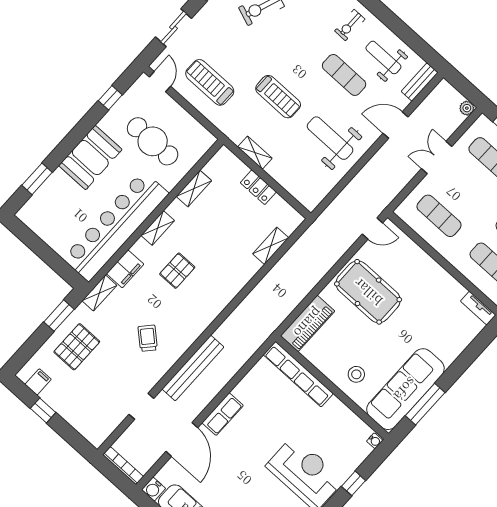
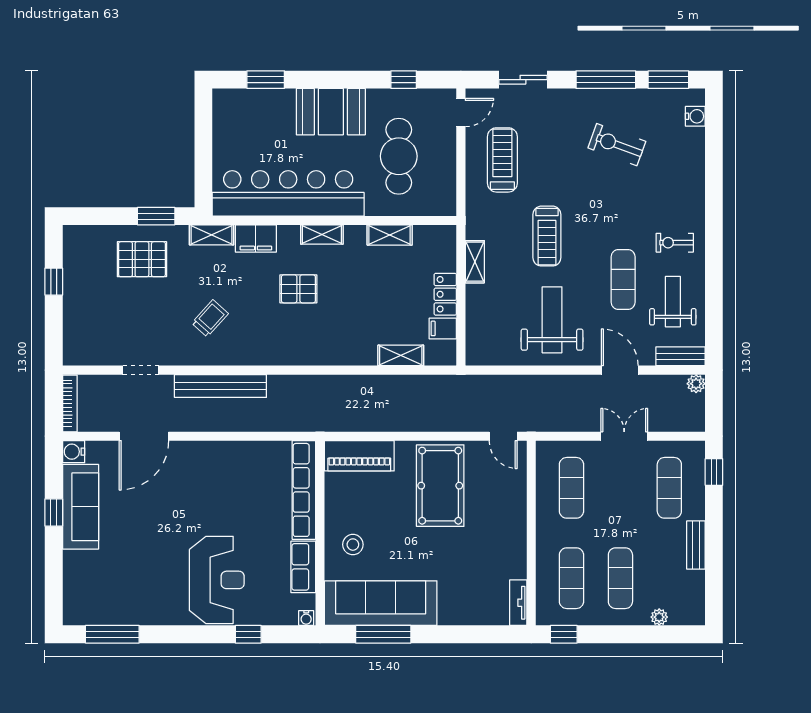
plant: (467, 108) -> (696, 384), moved
filing cabinet: (38, 382) -> (443, 328), moved, turned 180
row of seats: (223, 414) -> (303, 567), moved, turned 90

